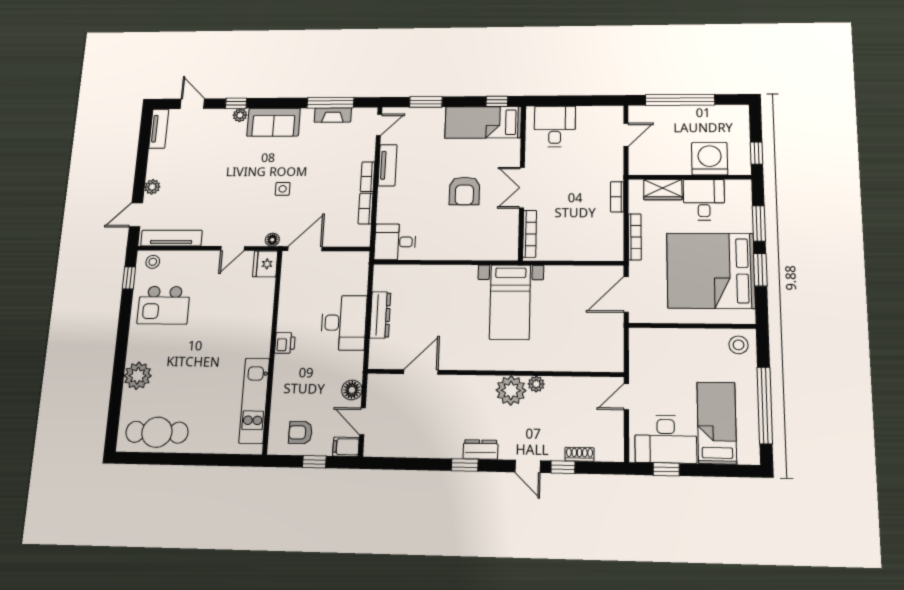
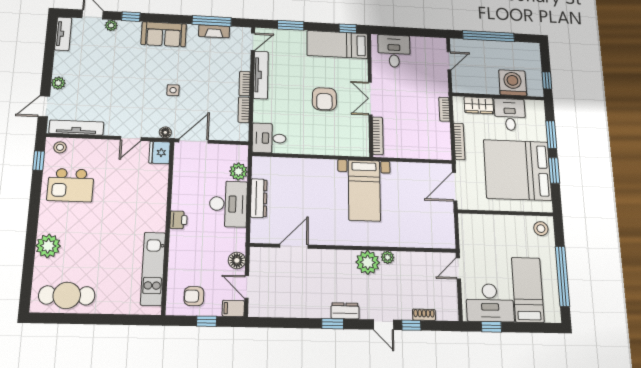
plant: (240, 115) -> (111, 25), moved
tv unit: (387, 165) -> (261, 75), width x1.41
plant: (357, 284) -> (238, 171), added

